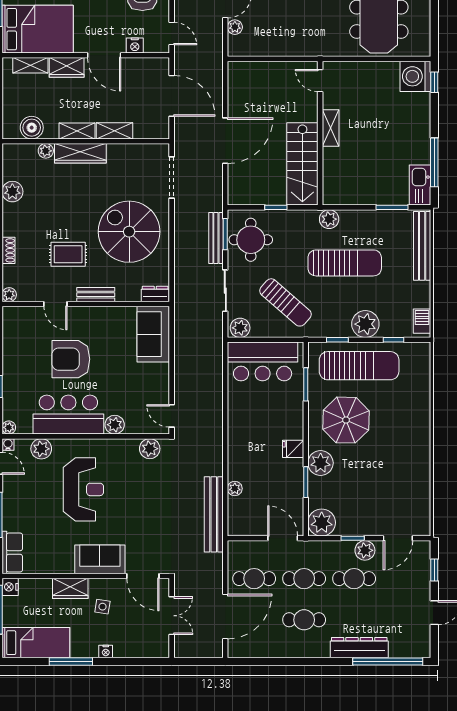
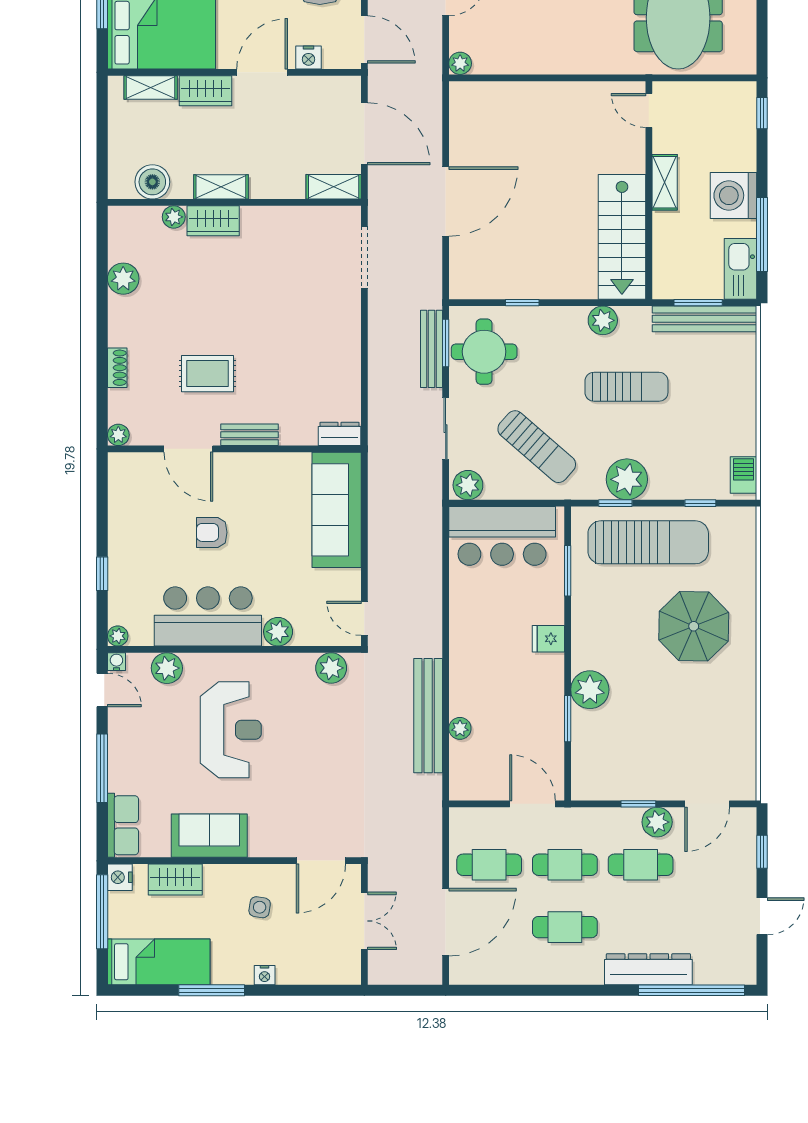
plant: (235, 27) -> (460, 63), moved
door: (172, 34) -> (364, 39), width x1.38
door: (104, 55) -> (262, 72), swing flipped
washing machine: (415, 76) -> (733, 195), moved
door: (320, 81) -> (649, 110), moved
shelving: (331, 128) -> (665, 182), moved
shelving: (114, 131) -> (334, 187), moved
wall: (320, 133) -> (649, 190), moved
wardrobe: (80, 153) -> (213, 221), width x0.67
stairs: (302, 164) -> (622, 237), moved
spiral stairs: (129, 232) -> (300, 339), removed
bench: (422, 246) -> (705, 319), moved, turned 90
sun lounger: (345, 263) -> (626, 387), width x0.73, depth x0.75
door: (55, 304) -> (188, 449), width x1.38
plant: (365, 324) -> (627, 479), moved
sofa: (153, 334) -> (337, 510), width x1.36
armchair: (71, 359) -> (212, 532), width x0.53, depth x0.53
parasol: (346, 420) -> (694, 626), moved
fridge: (293, 449) -> (548, 639), moved
bench: (214, 514) -> (428, 716), moved
plant: (322, 523) -> (591, 780), removed
sofa: (100, 559) -> (209, 836), moved
door: (143, 576) -> (321, 861), hinge flipped
wardrobe: (70, 588) -> (175, 880), moved

